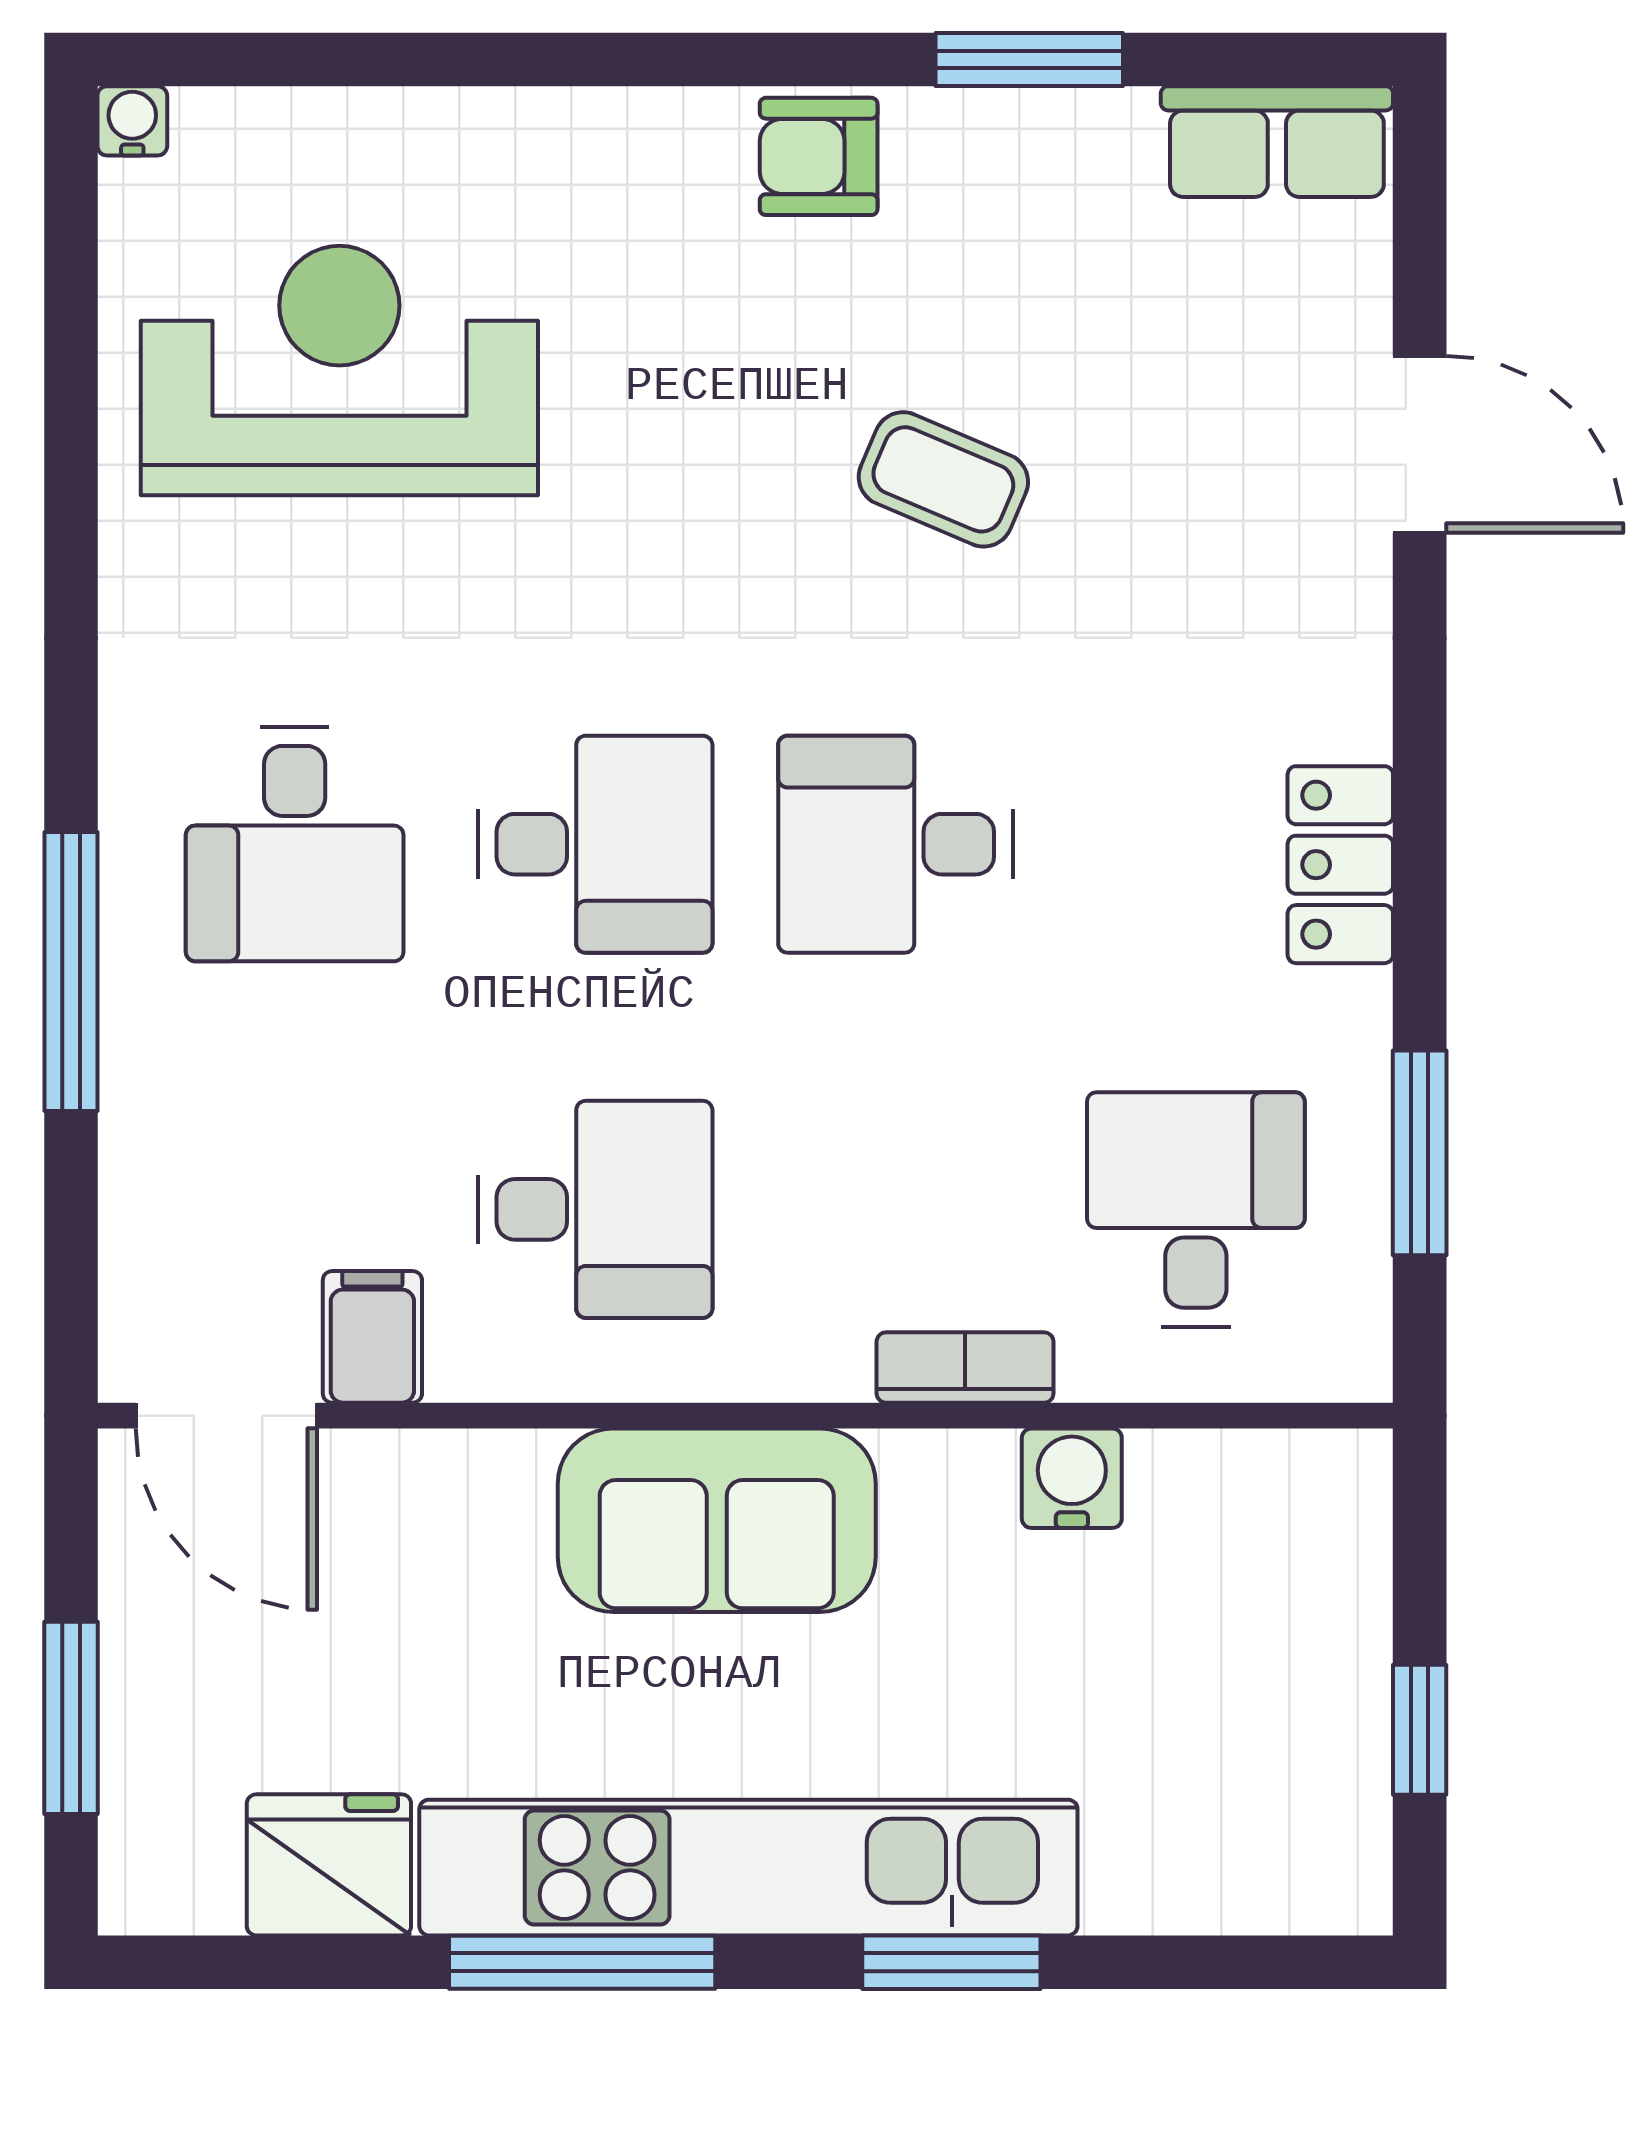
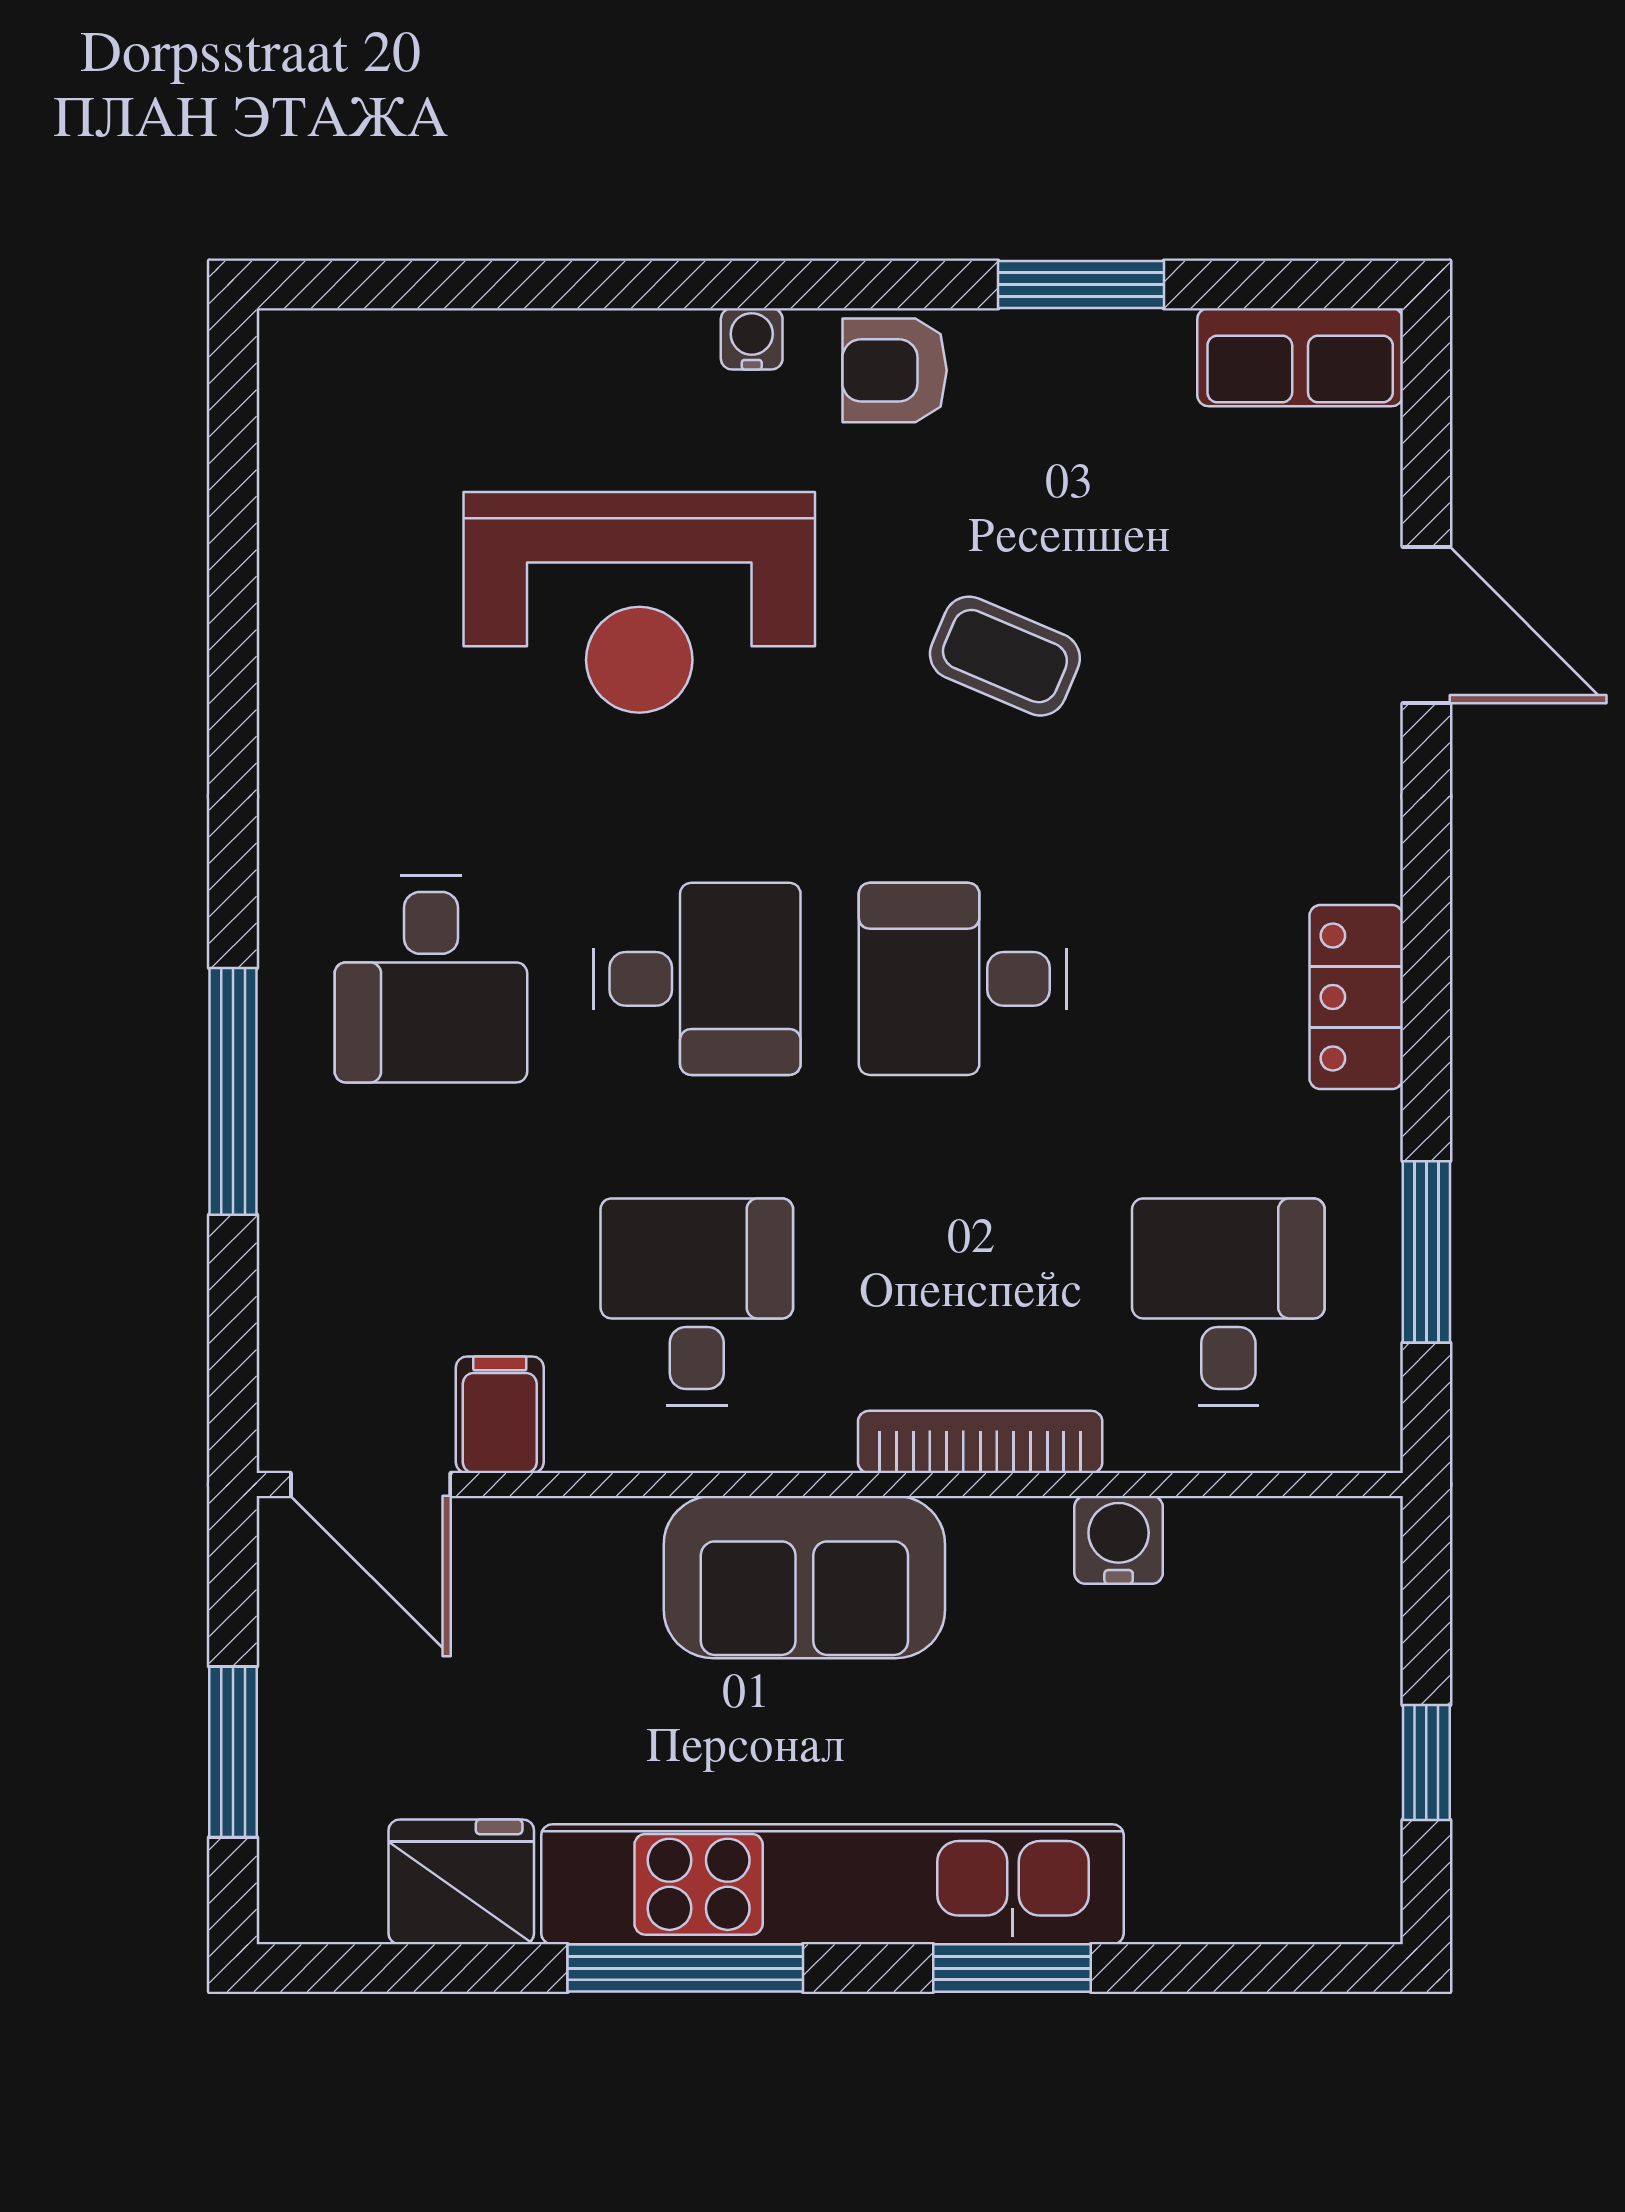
water cooler: (132, 121) -> (752, 339), moved
reception desk: (339, 371) -> (639, 602), moved, turned 180
desk: (595, 1209) -> (697, 1302), turned -90
bookcase: (965, 1368) -> (980, 1442), width x1.56

